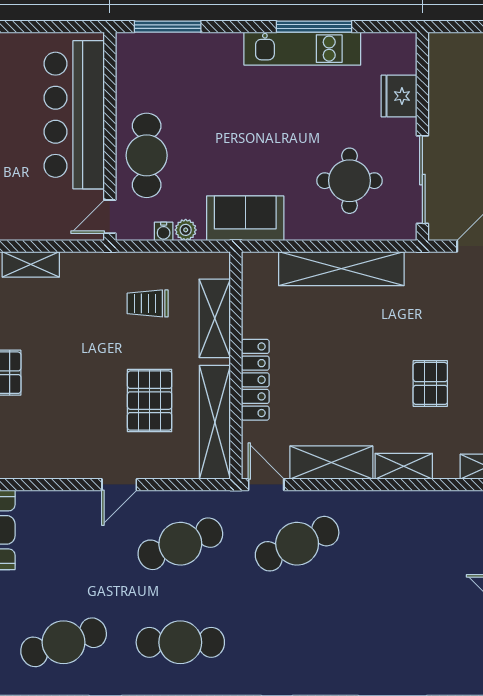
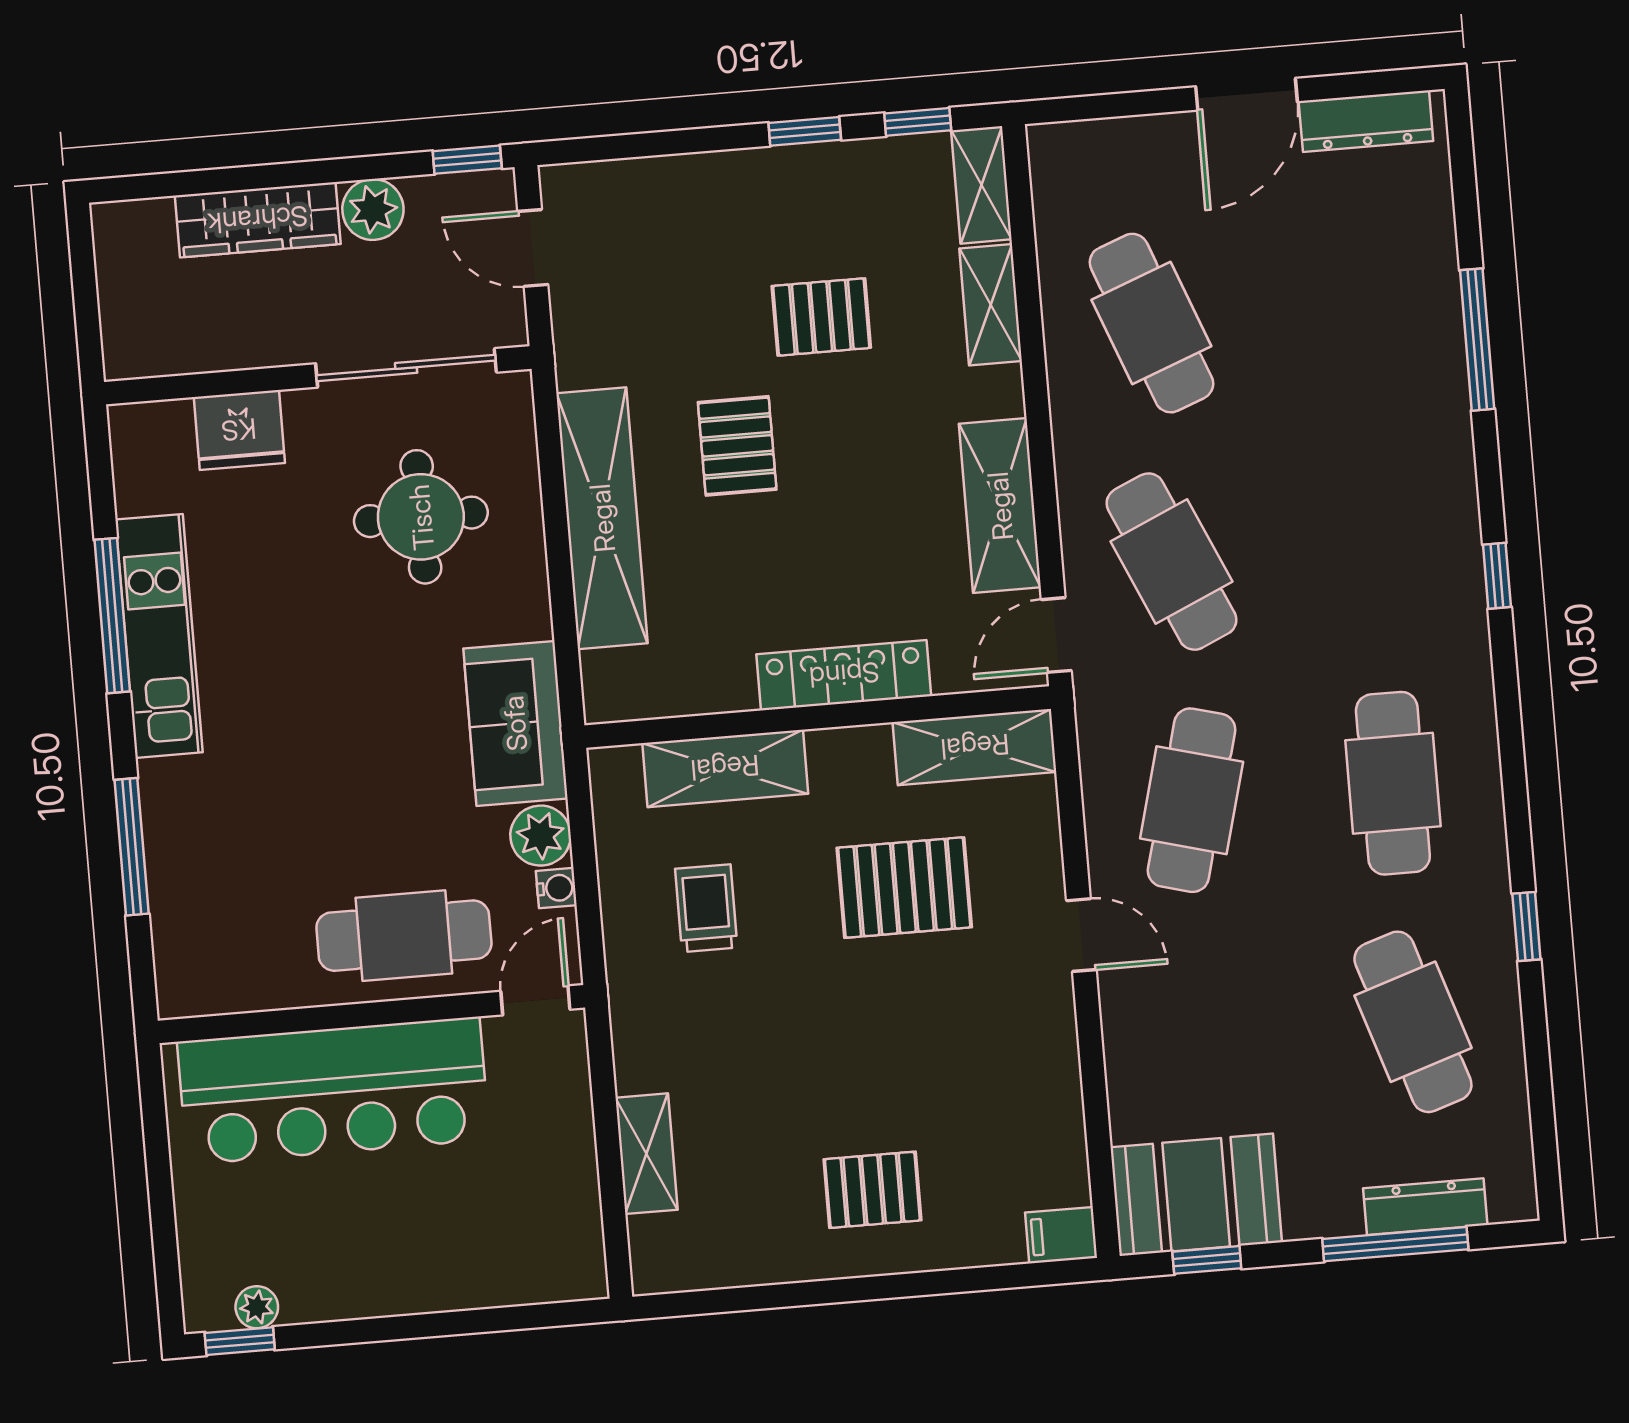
window: (168, 27) -> (132, 847), moved
door: (110, 217) -> (535, 1000), swing flipped
plant: (186, 230) -> (541, 836), width x1.38, depth x1.38
trolley: (148, 303) -> (706, 908), turned 180
pallet: (371, 337) -> (737, 446), added
shelving: (215, 422) -> (975, 747), width x0.68
shelving: (404, 466) -> (991, 305), moved
cafe table: (180, 544) -> (1192, 800), turned 36
cafe table: (414, 544) -> (1151, 323), added

